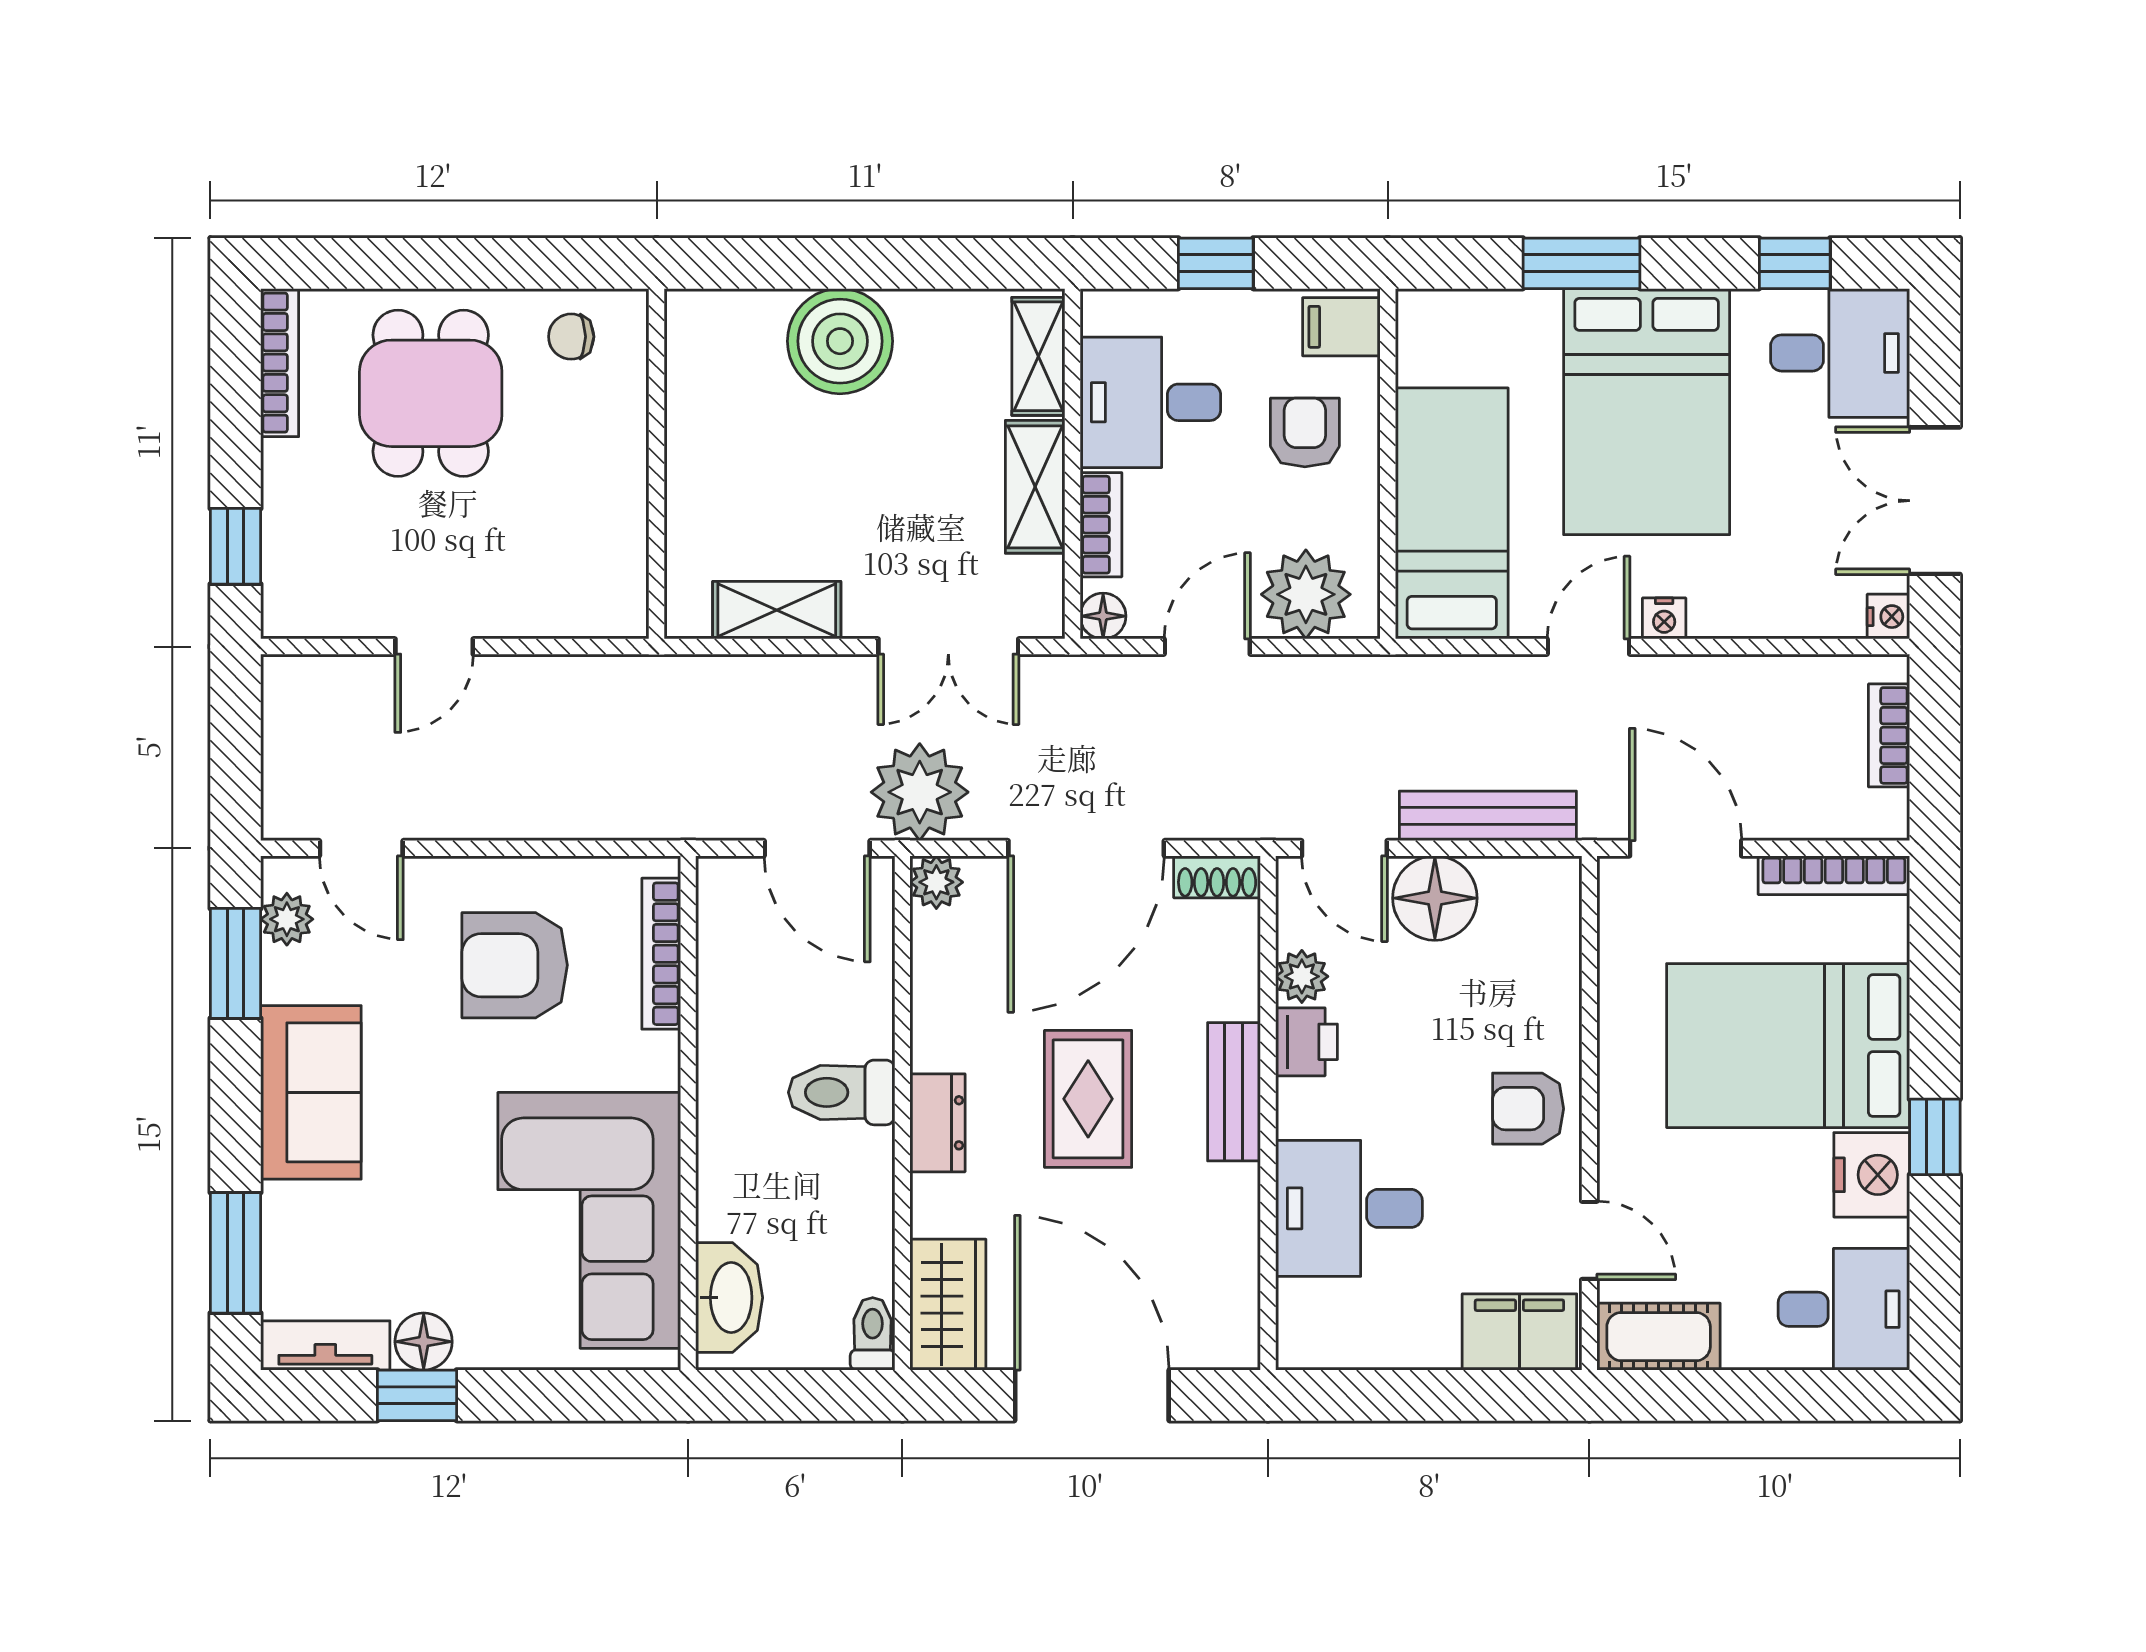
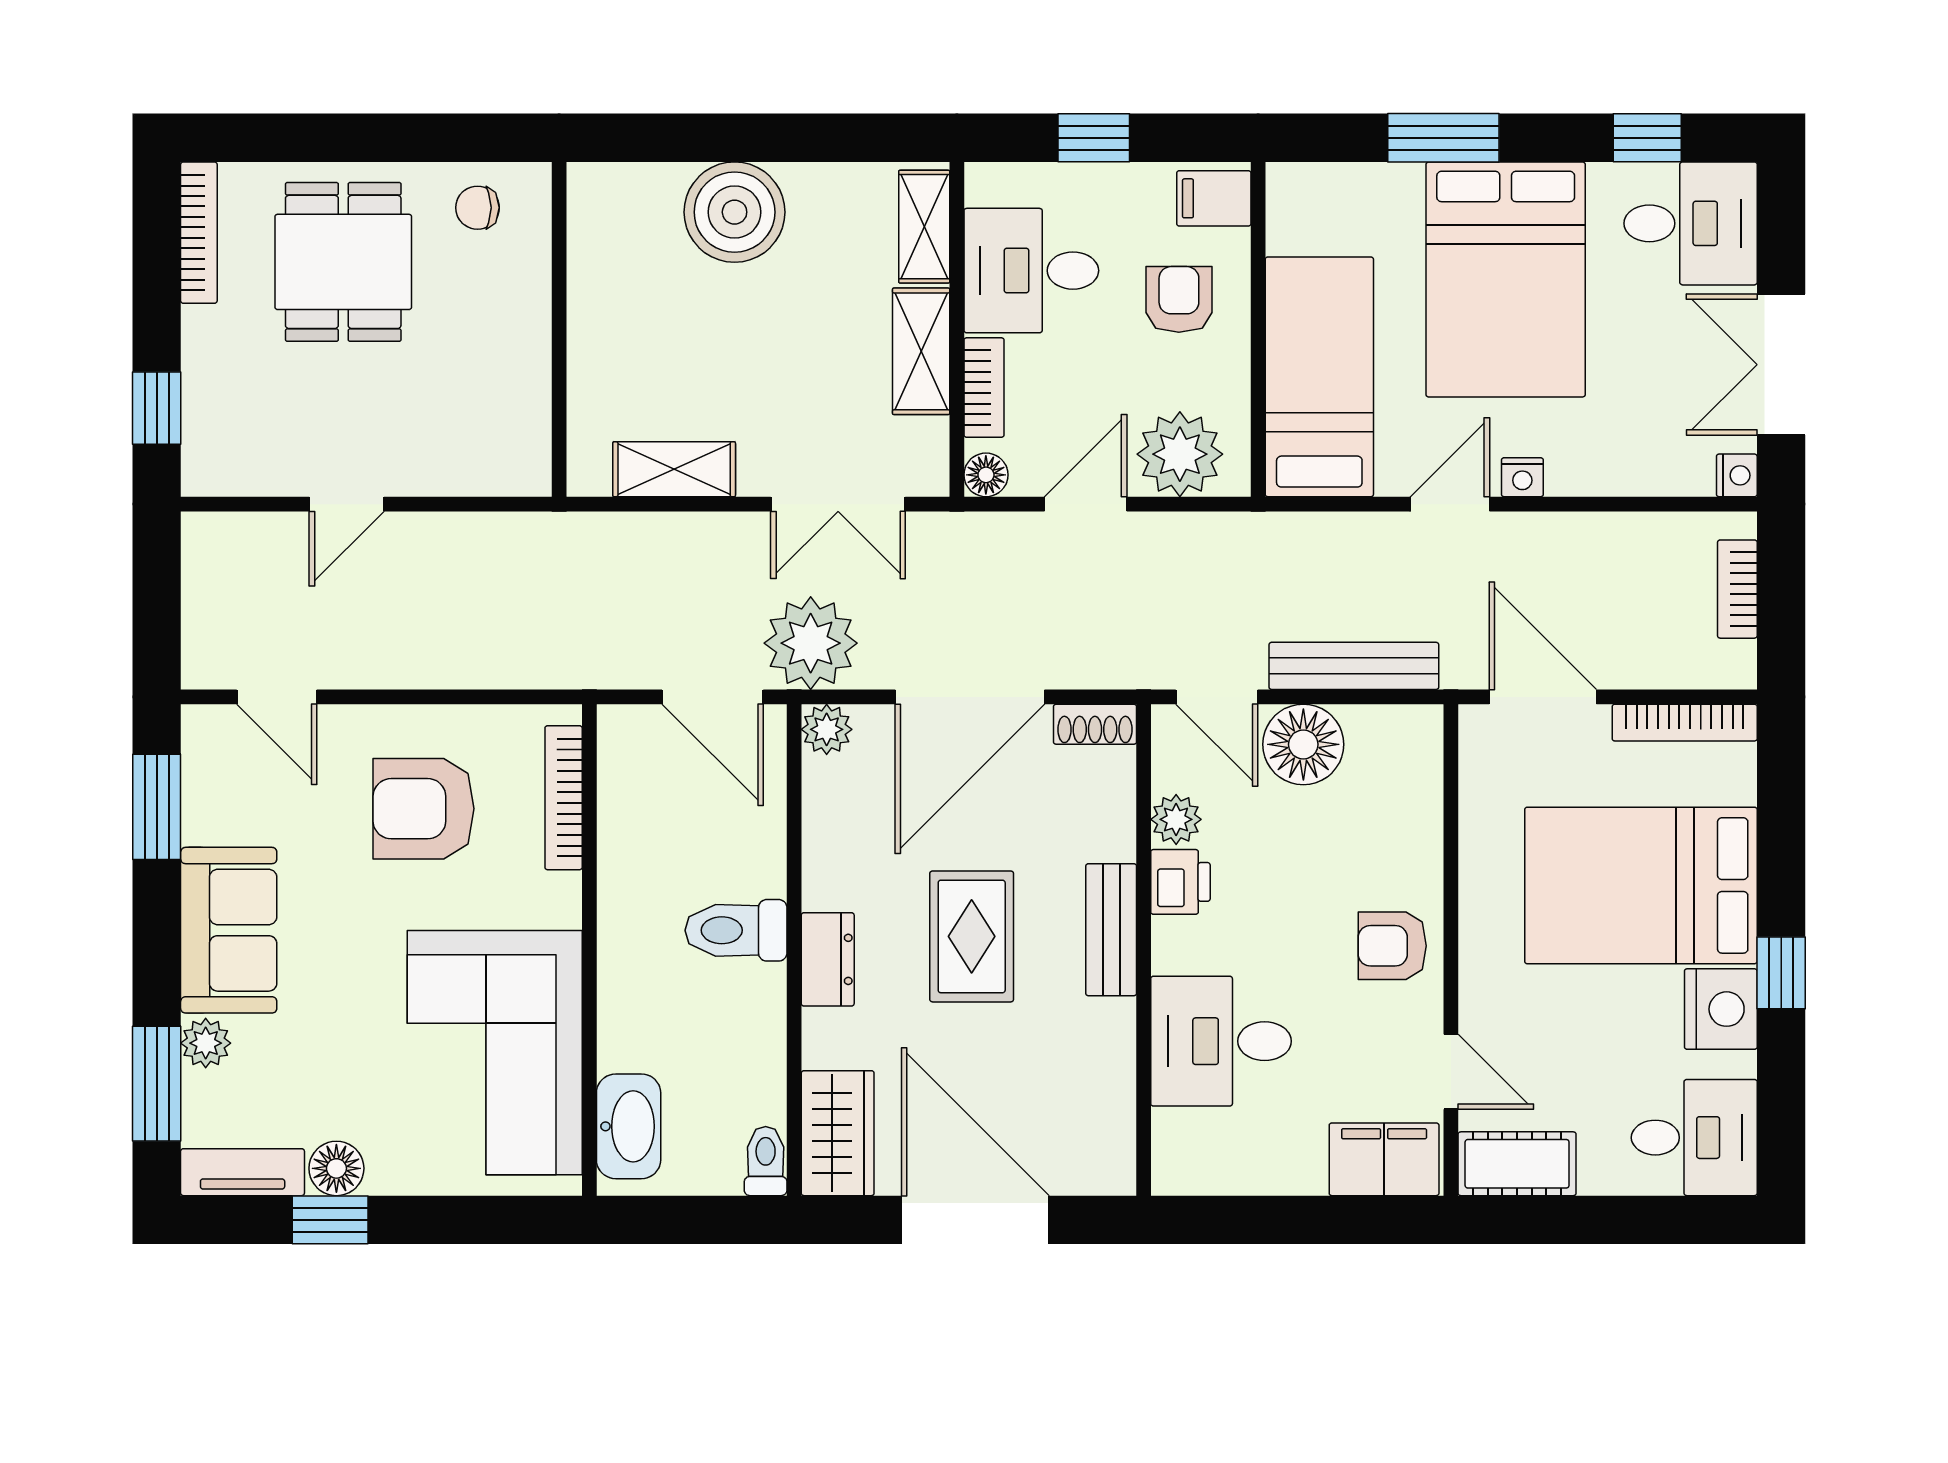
plant: (287, 919) -> (206, 1043), moved

